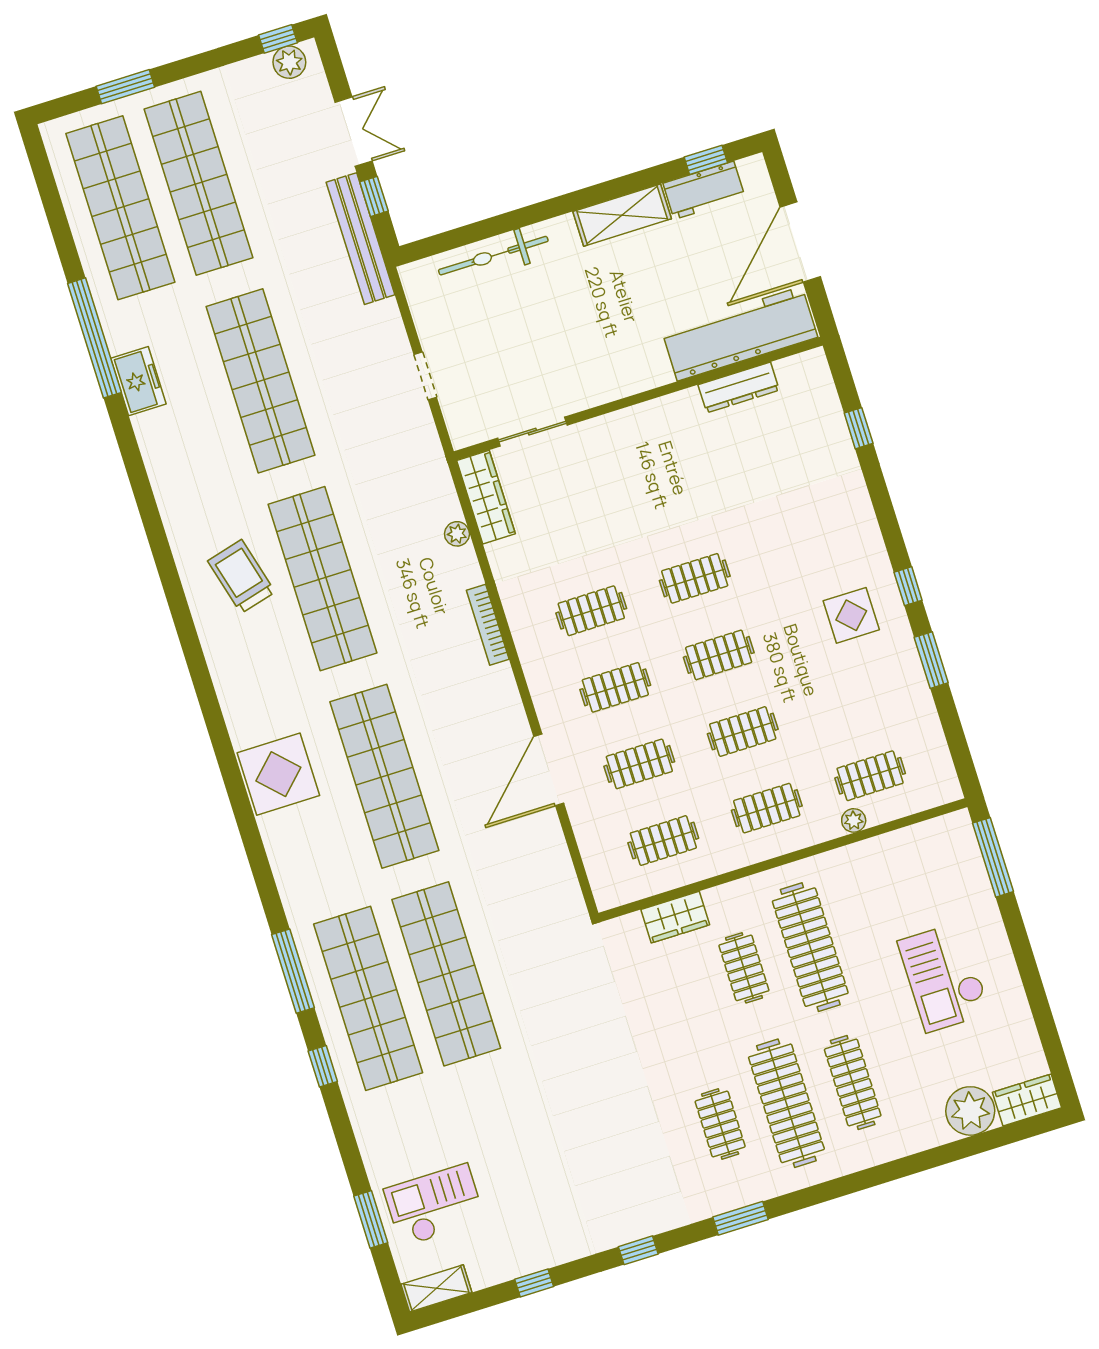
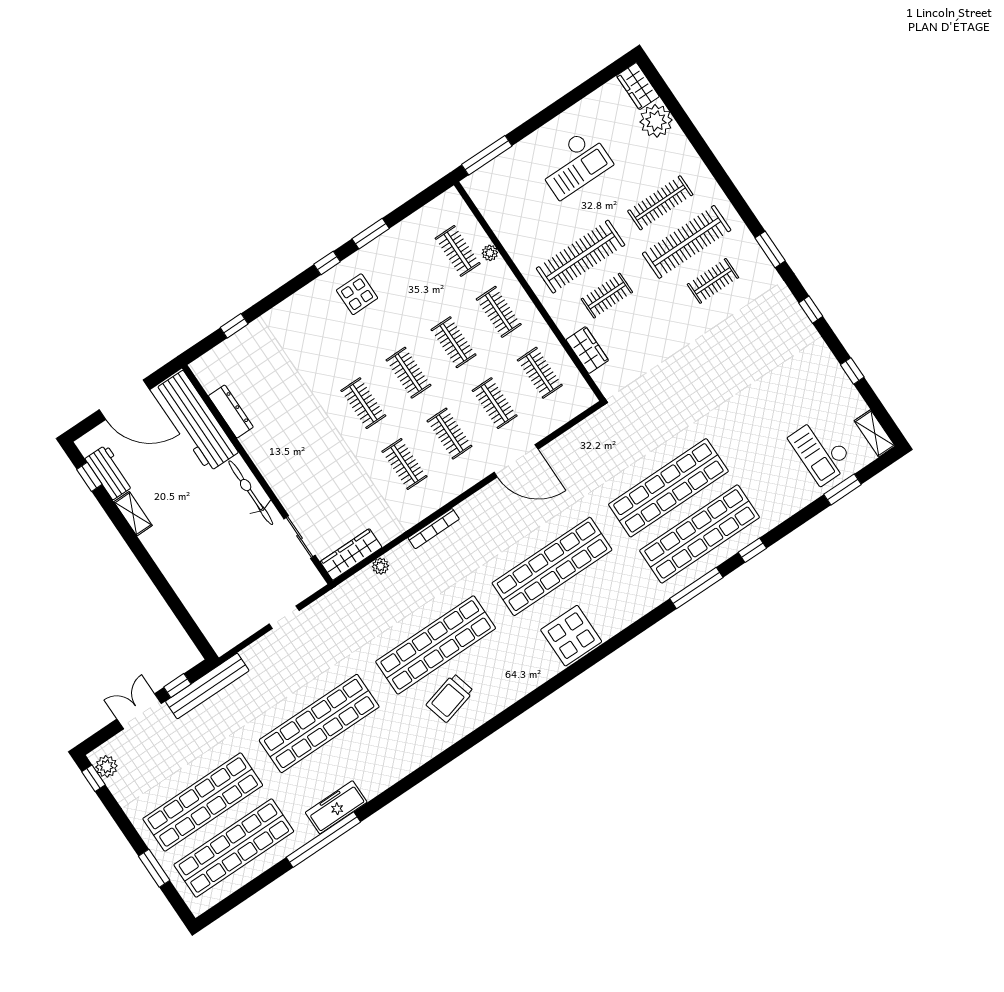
shelving: (622, 215) -> (133, 514), width x0.67, depth x0.75
bicycle: (493, 256) -> (251, 493), moved, turned 180
freezer: (138, 381) -> (336, 807), width x1.40

